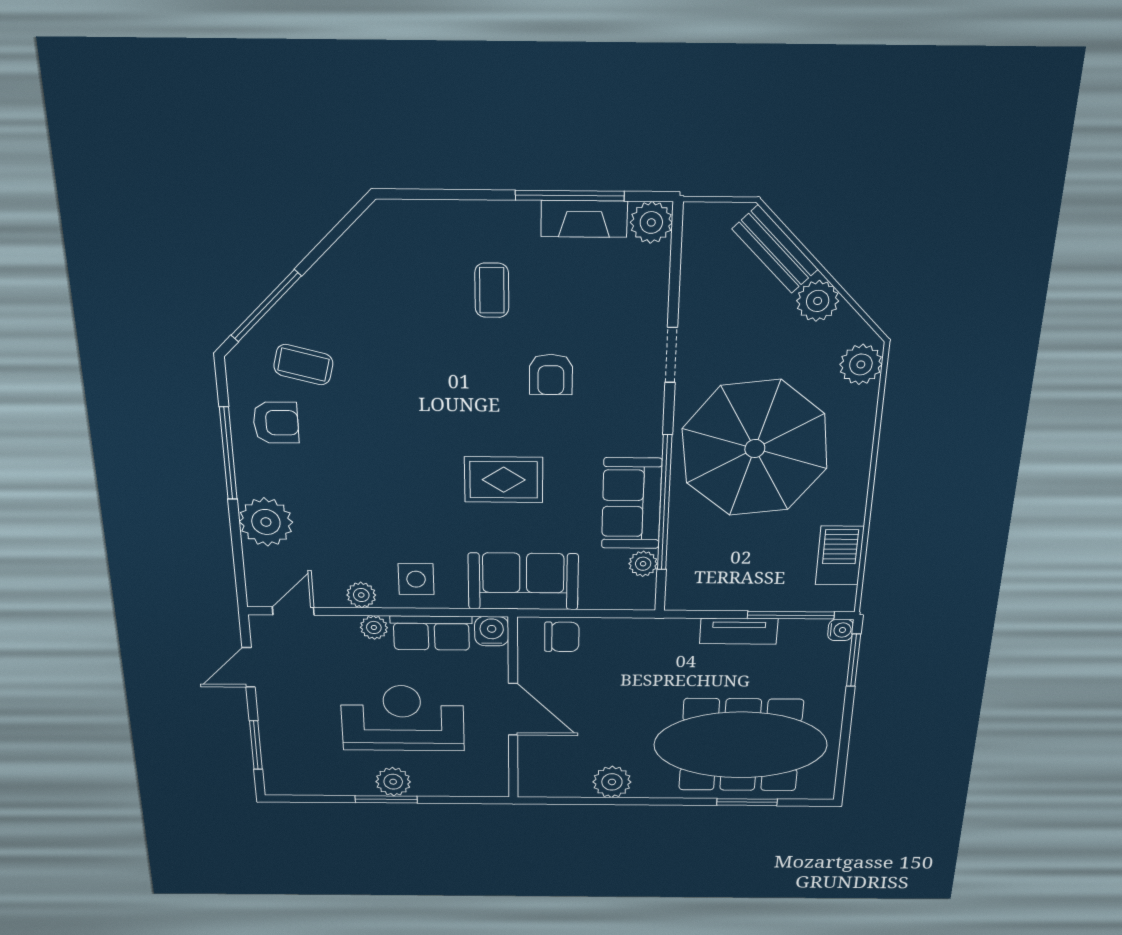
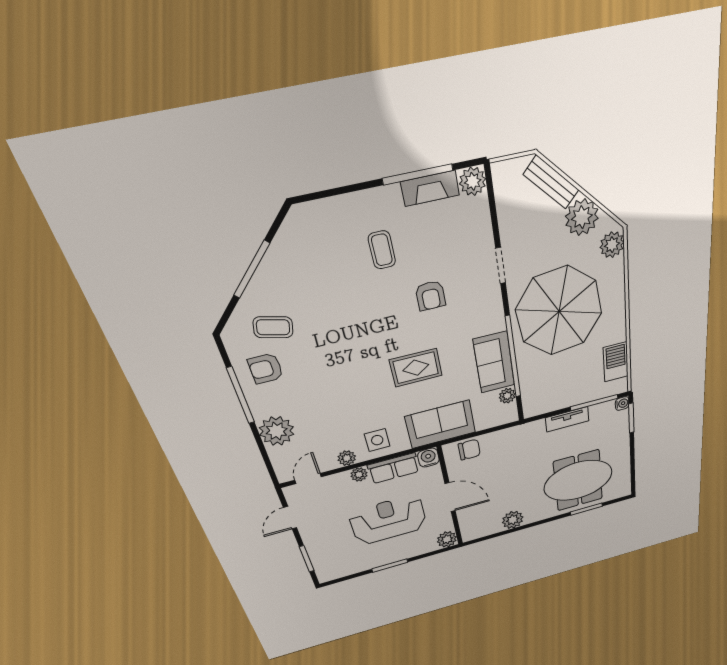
plant: (818, 301) -> (582, 217), width x1.36, depth x1.36
window: (266, 306) -> (252, 269), moved
armchair: (276, 423) -> (266, 369), turned 180
meeting table: (741, 745) -> (578, 481), width x0.73
plant: (393, 782) -> (447, 539), moved

